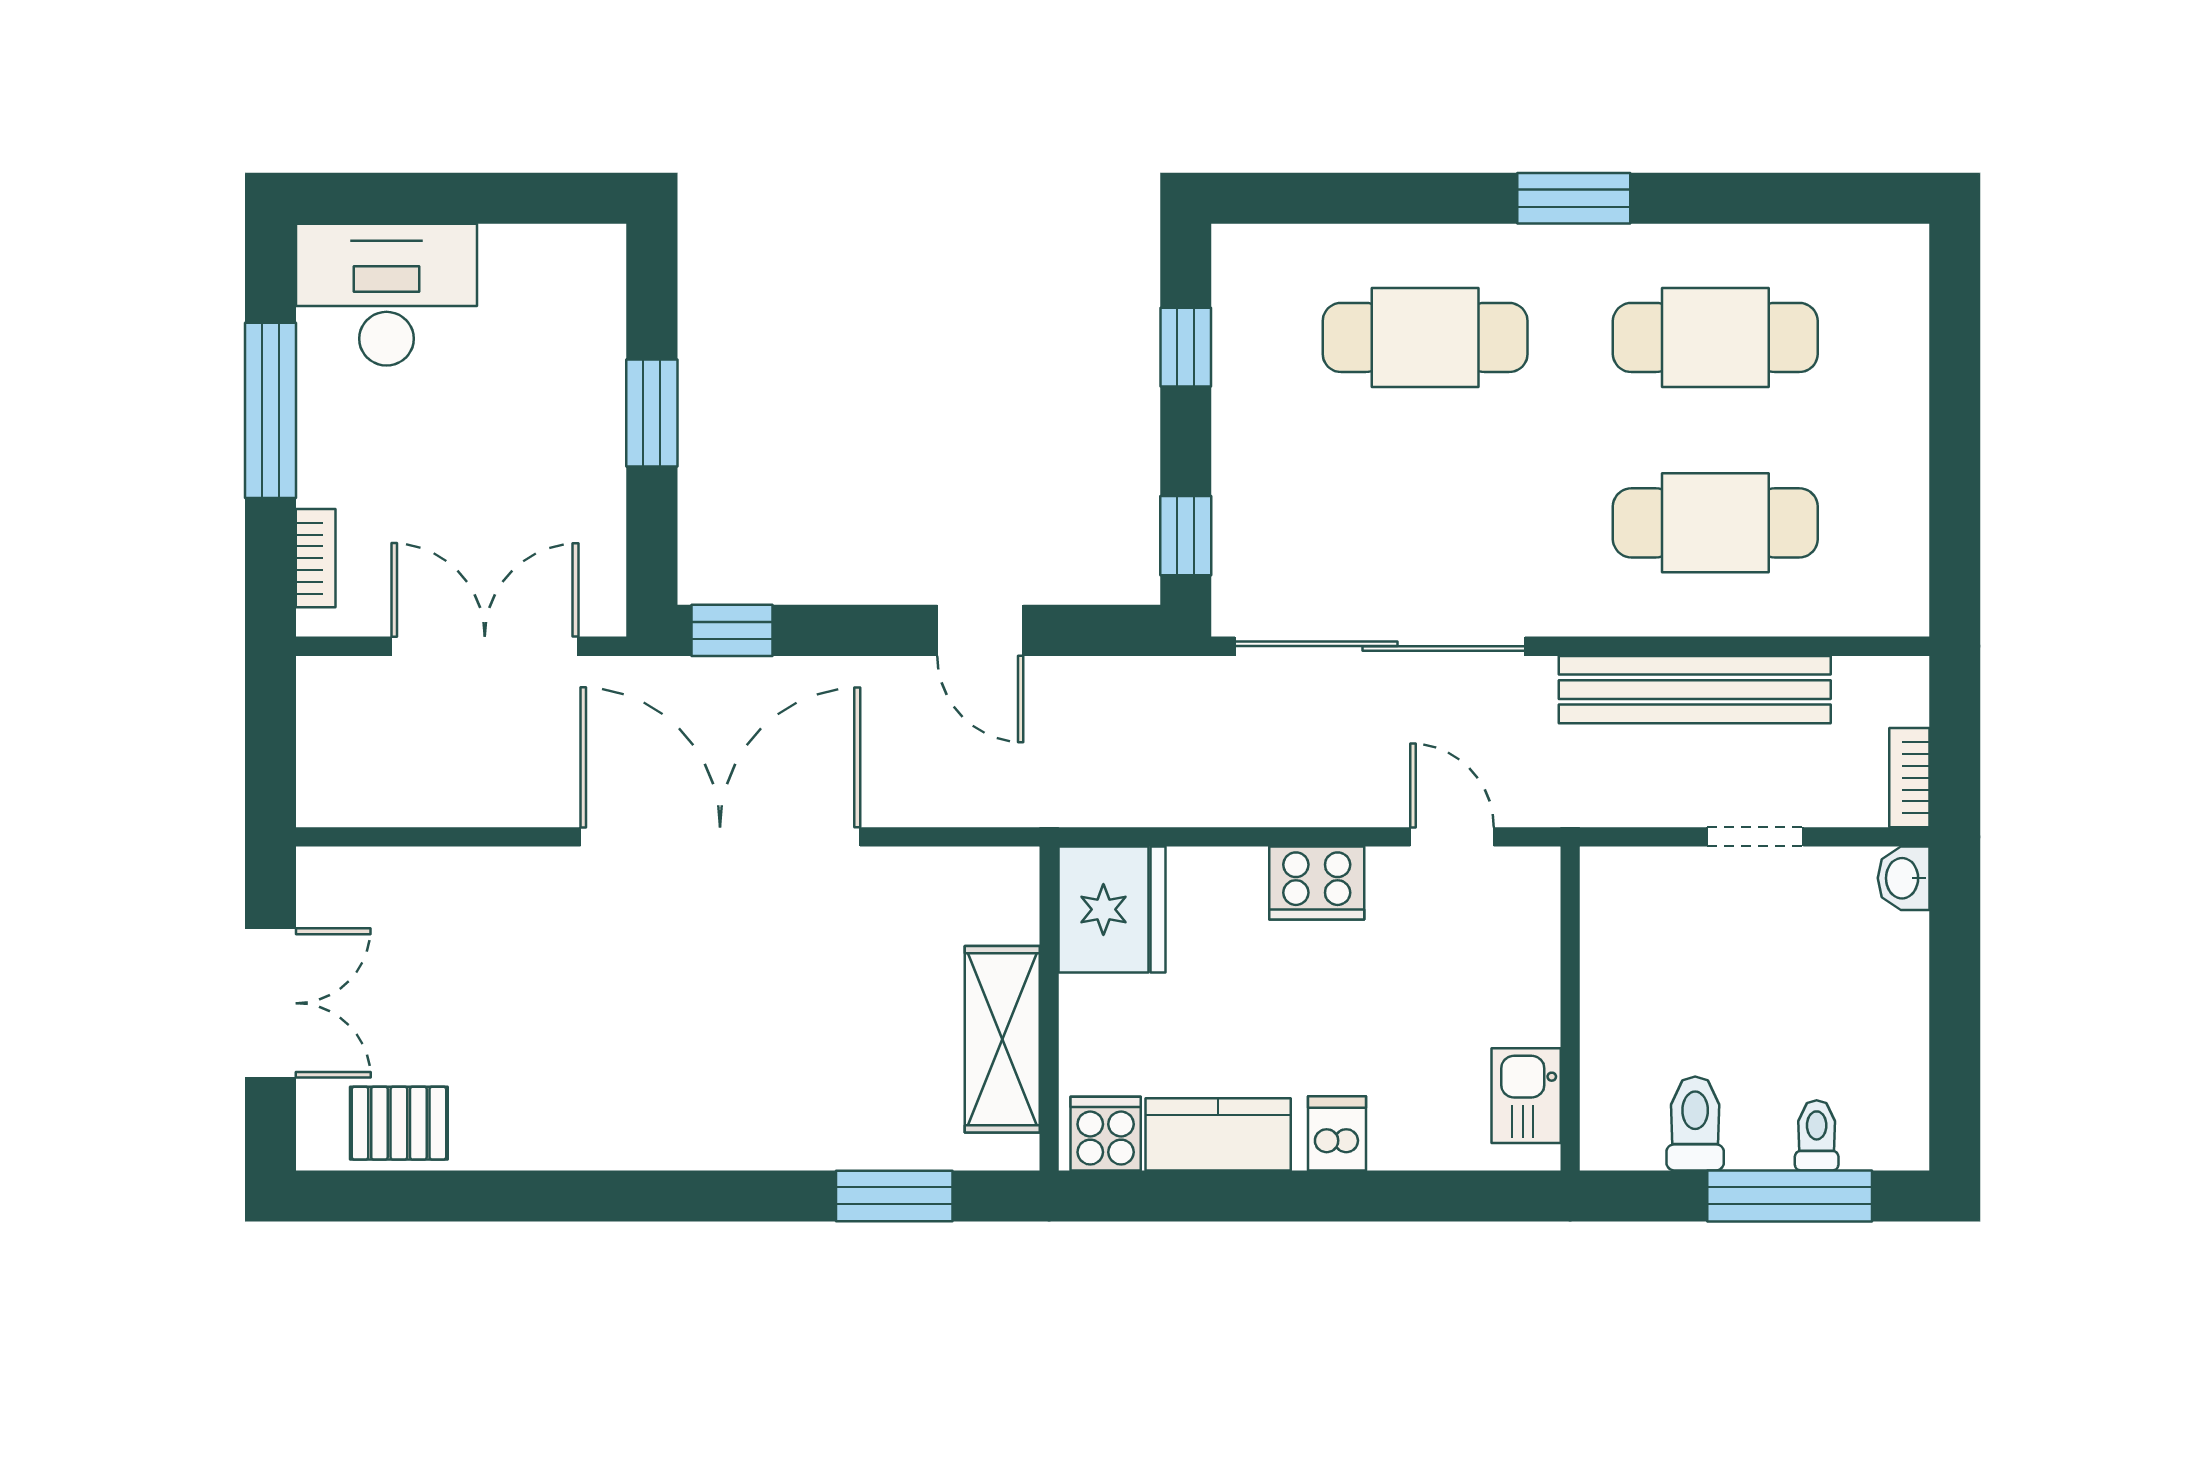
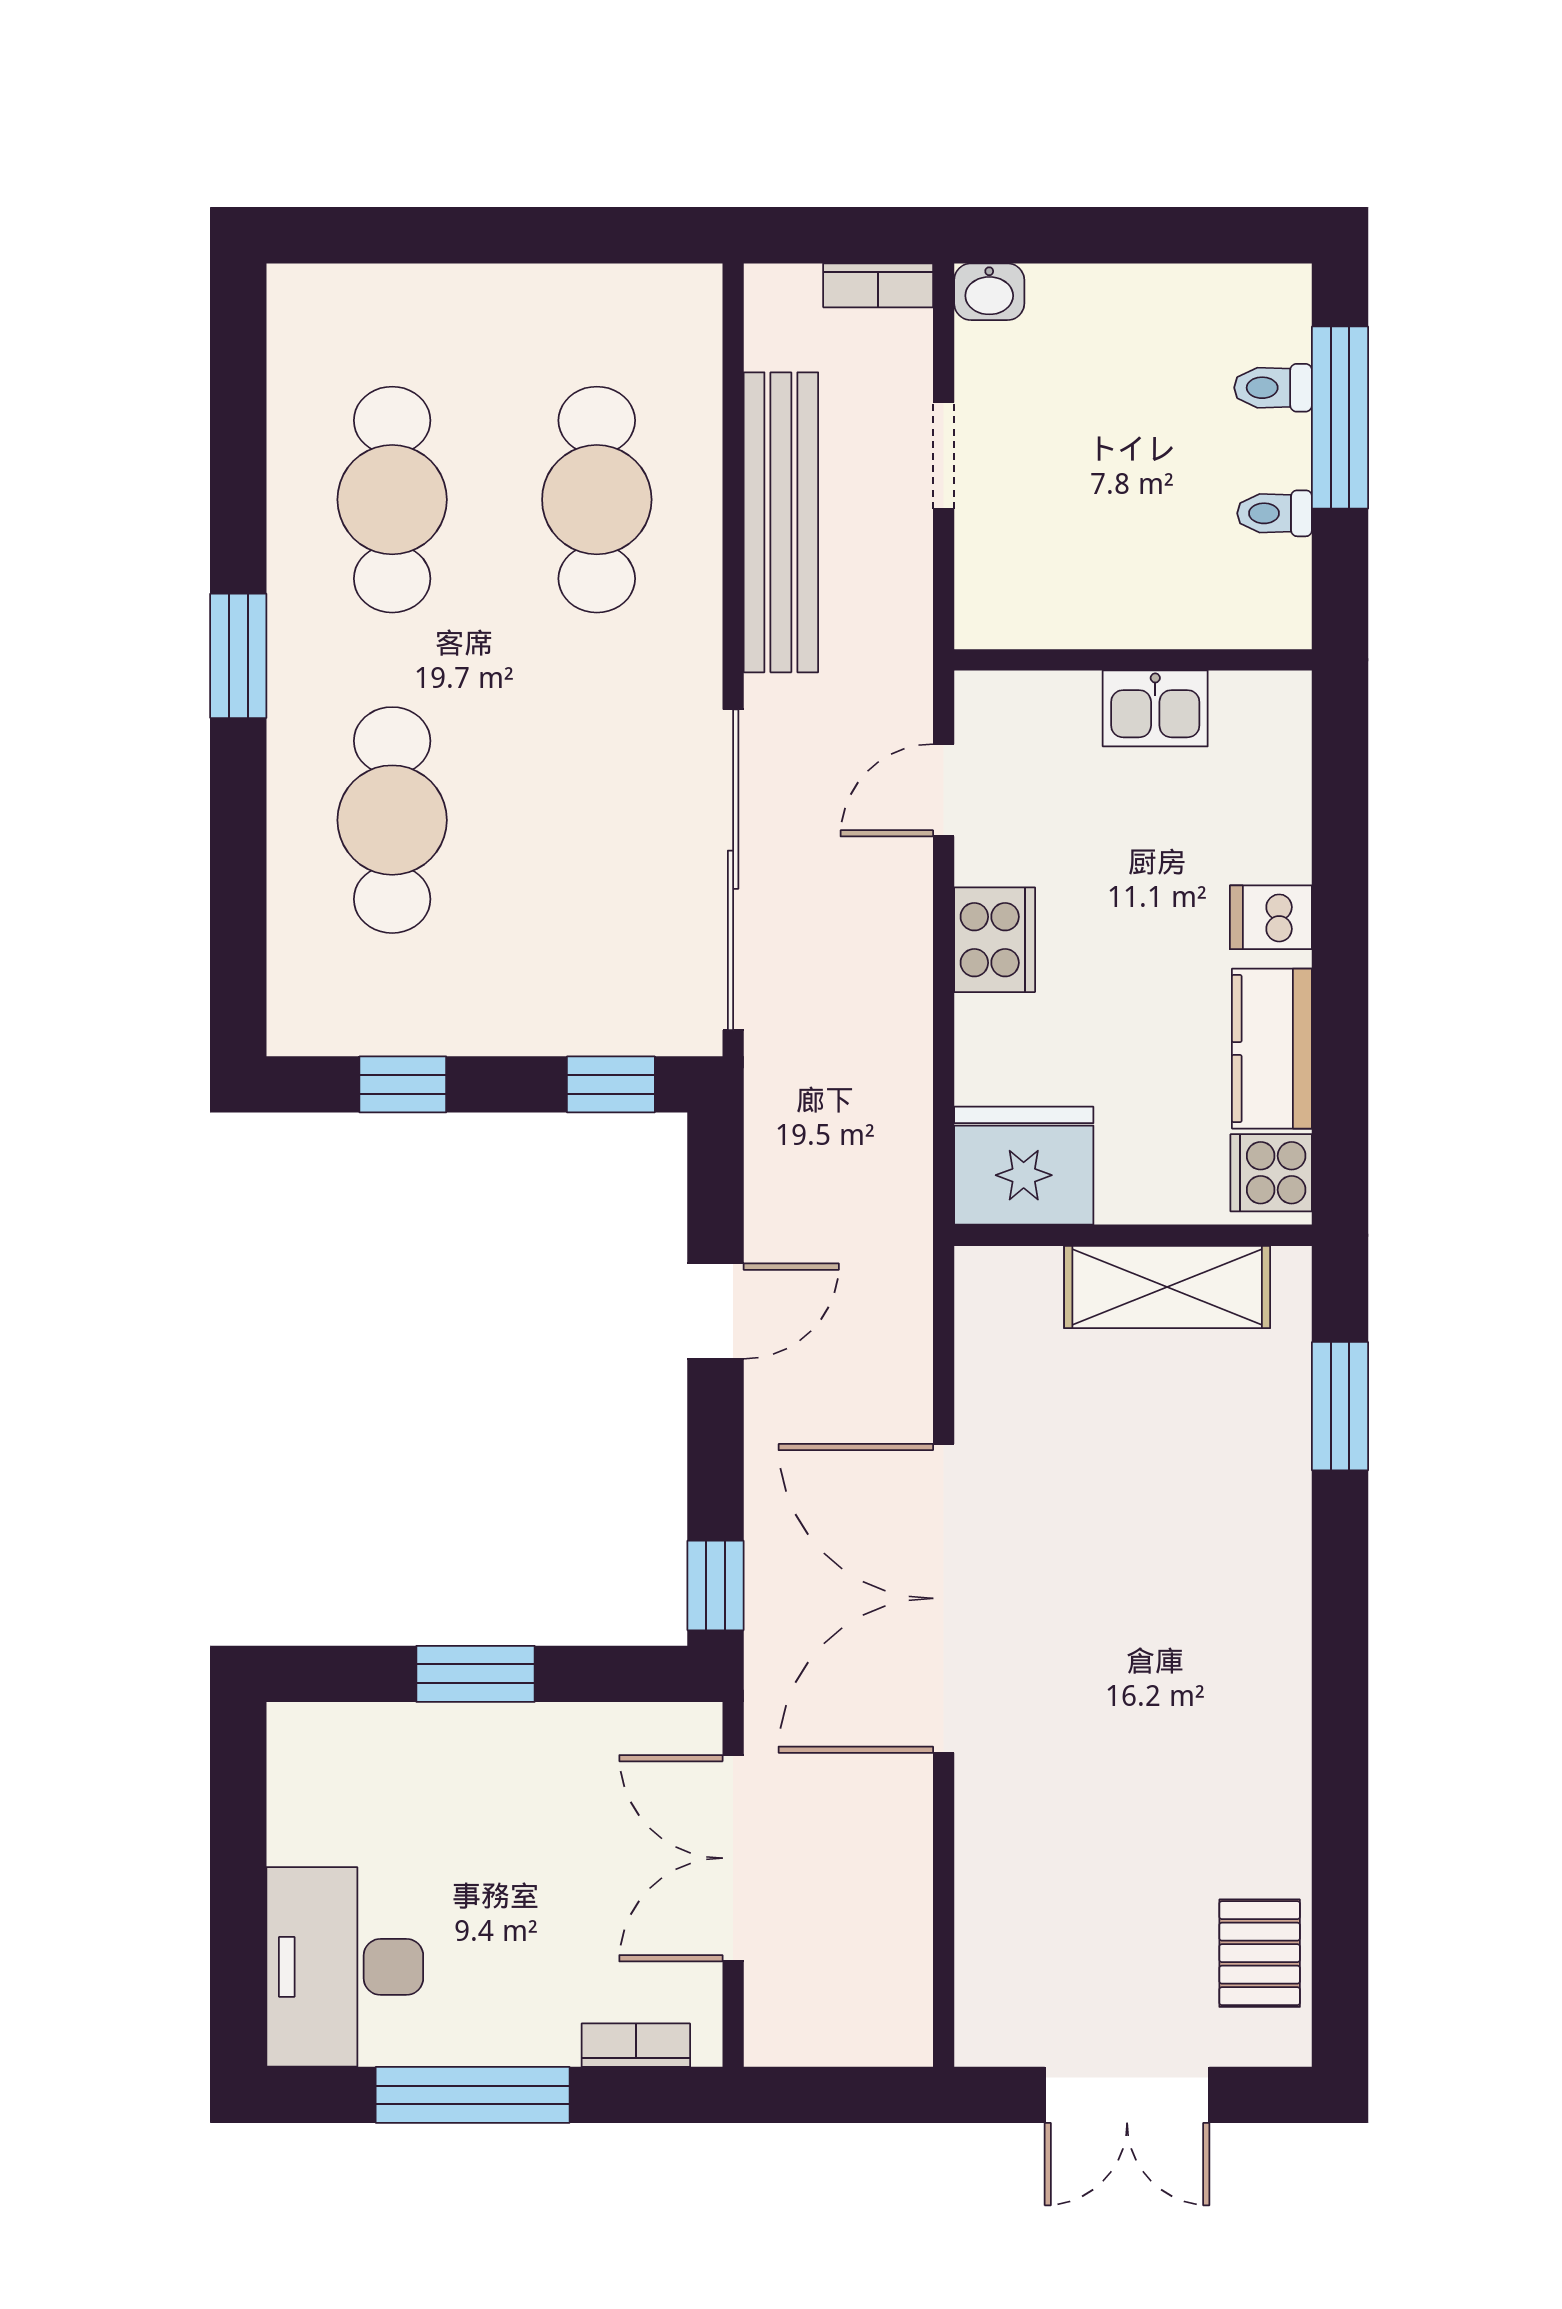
double door: (271, 1003) -> (1127, 2095), swing flipped
kitchen sink: (1526, 1096) -> (1155, 708), moved
toilet: (1695, 1123) -> (1274, 513), width x0.73, depth x0.72

